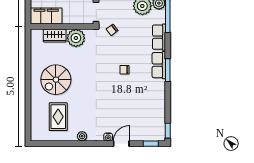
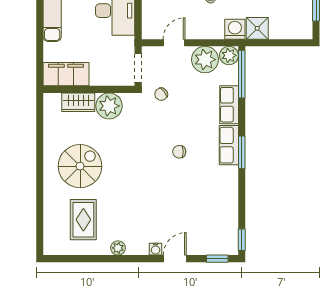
spiral stairs: (56, 80) -> (80, 166), turned 180

